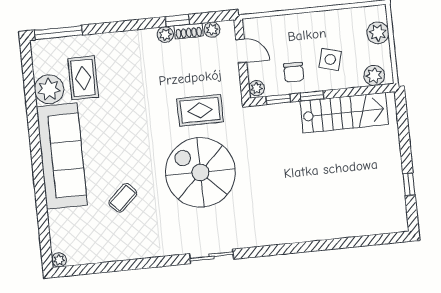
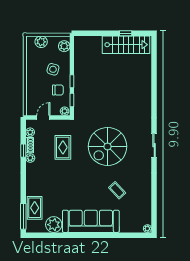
rug: (83, 78) -> (35, 208), moved, turned 90
rug: (200, 110) -> (63, 147), moved
stairs: (344, 113) -> (126, 45), moved, turned 90

